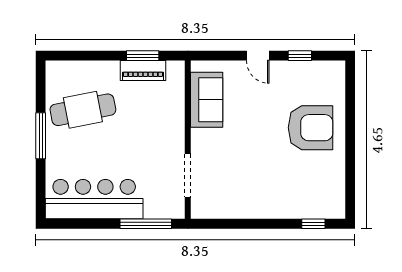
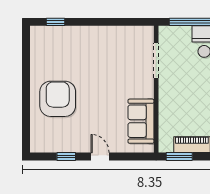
window: (143, 56) -> (179, 157), moved
armchair: (311, 128) -> (58, 99), turned 90

